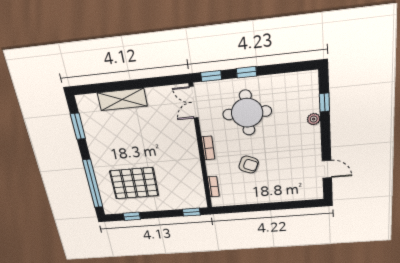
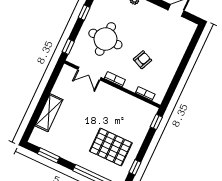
window: (246, 72) -> (84, 13), moved
double door: (194, 102) -> (89, 74), moved
pallet: (134, 183) -> (111, 147), turned 90

